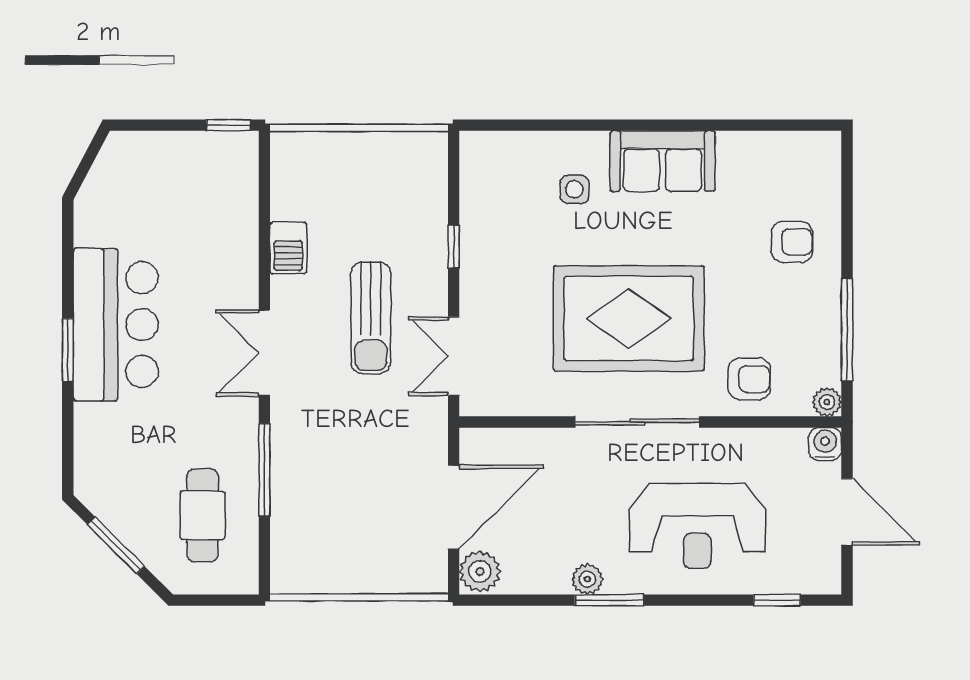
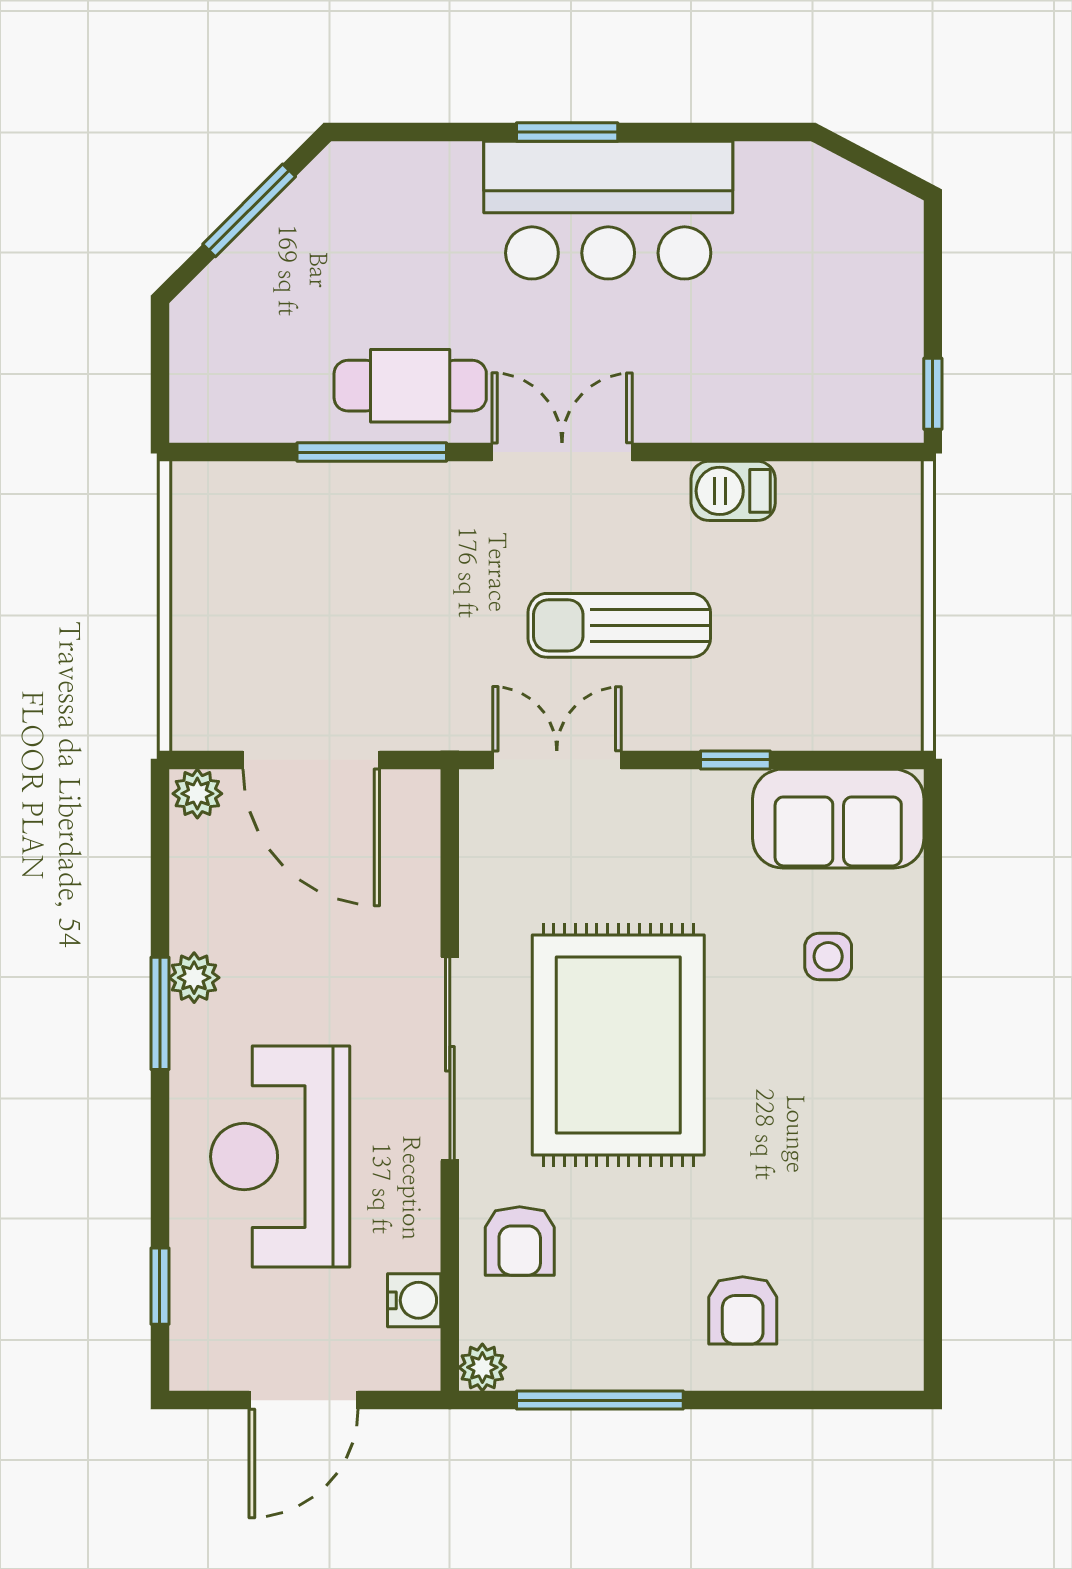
sofa: (663, 161) -> (838, 819), moved, turned -90
water cooler: (825, 444) -> (414, 1300), moved
cafe table: (203, 515) -> (410, 386), moved
plant: (480, 571) -> (197, 794), width x0.73, depth x0.73

